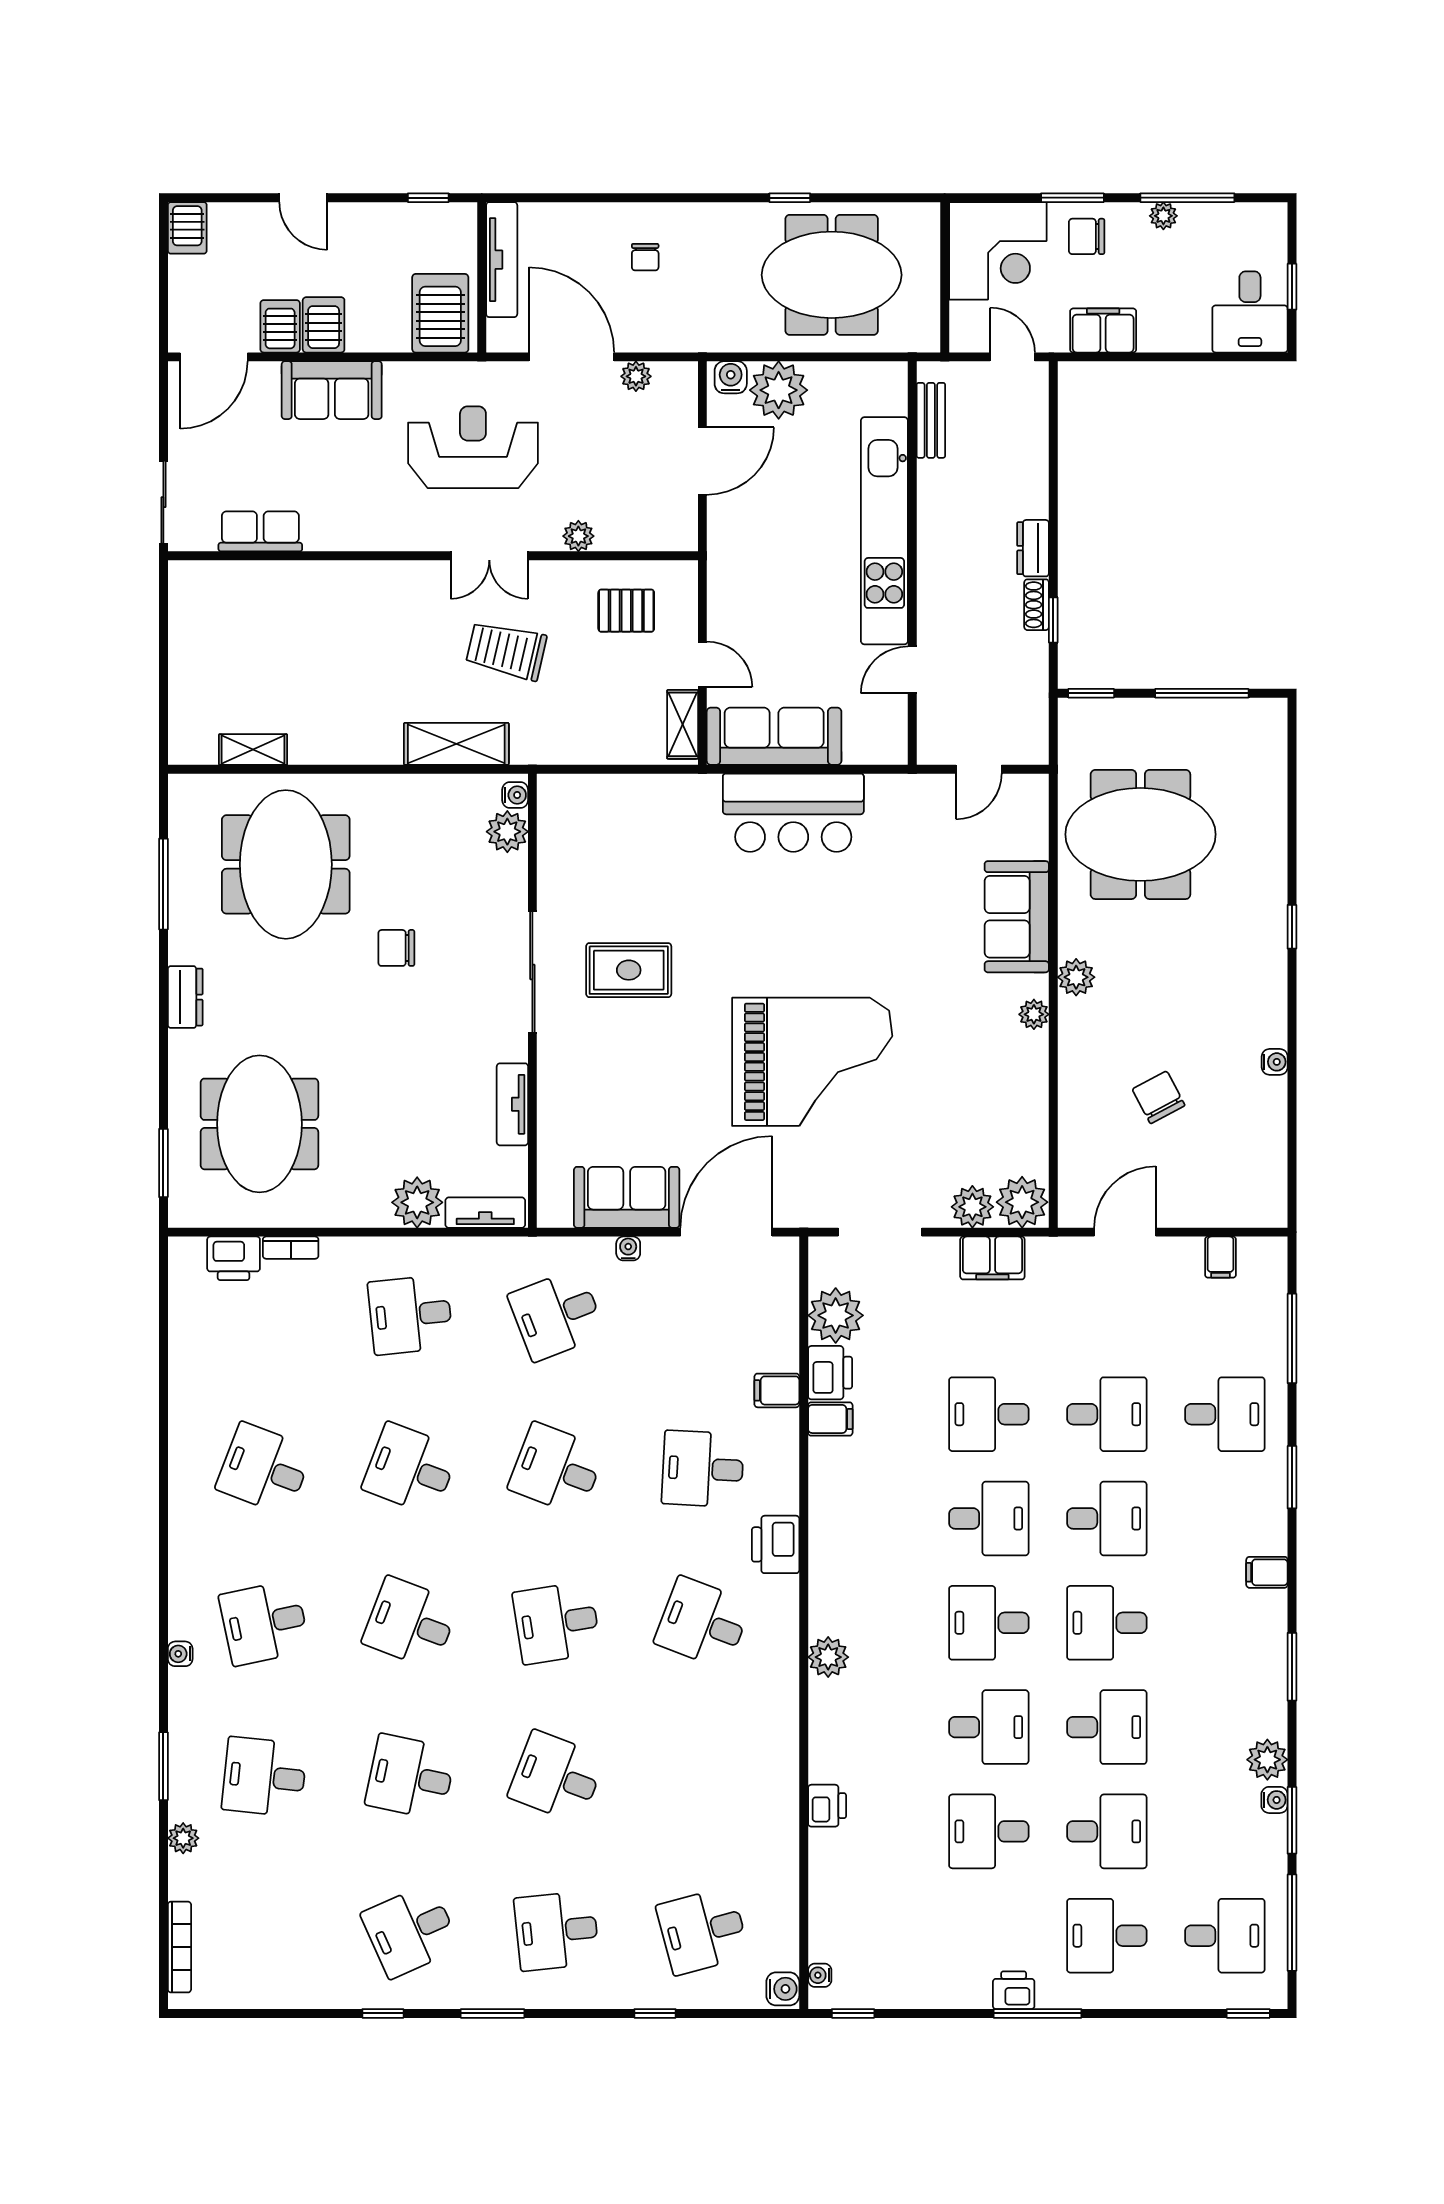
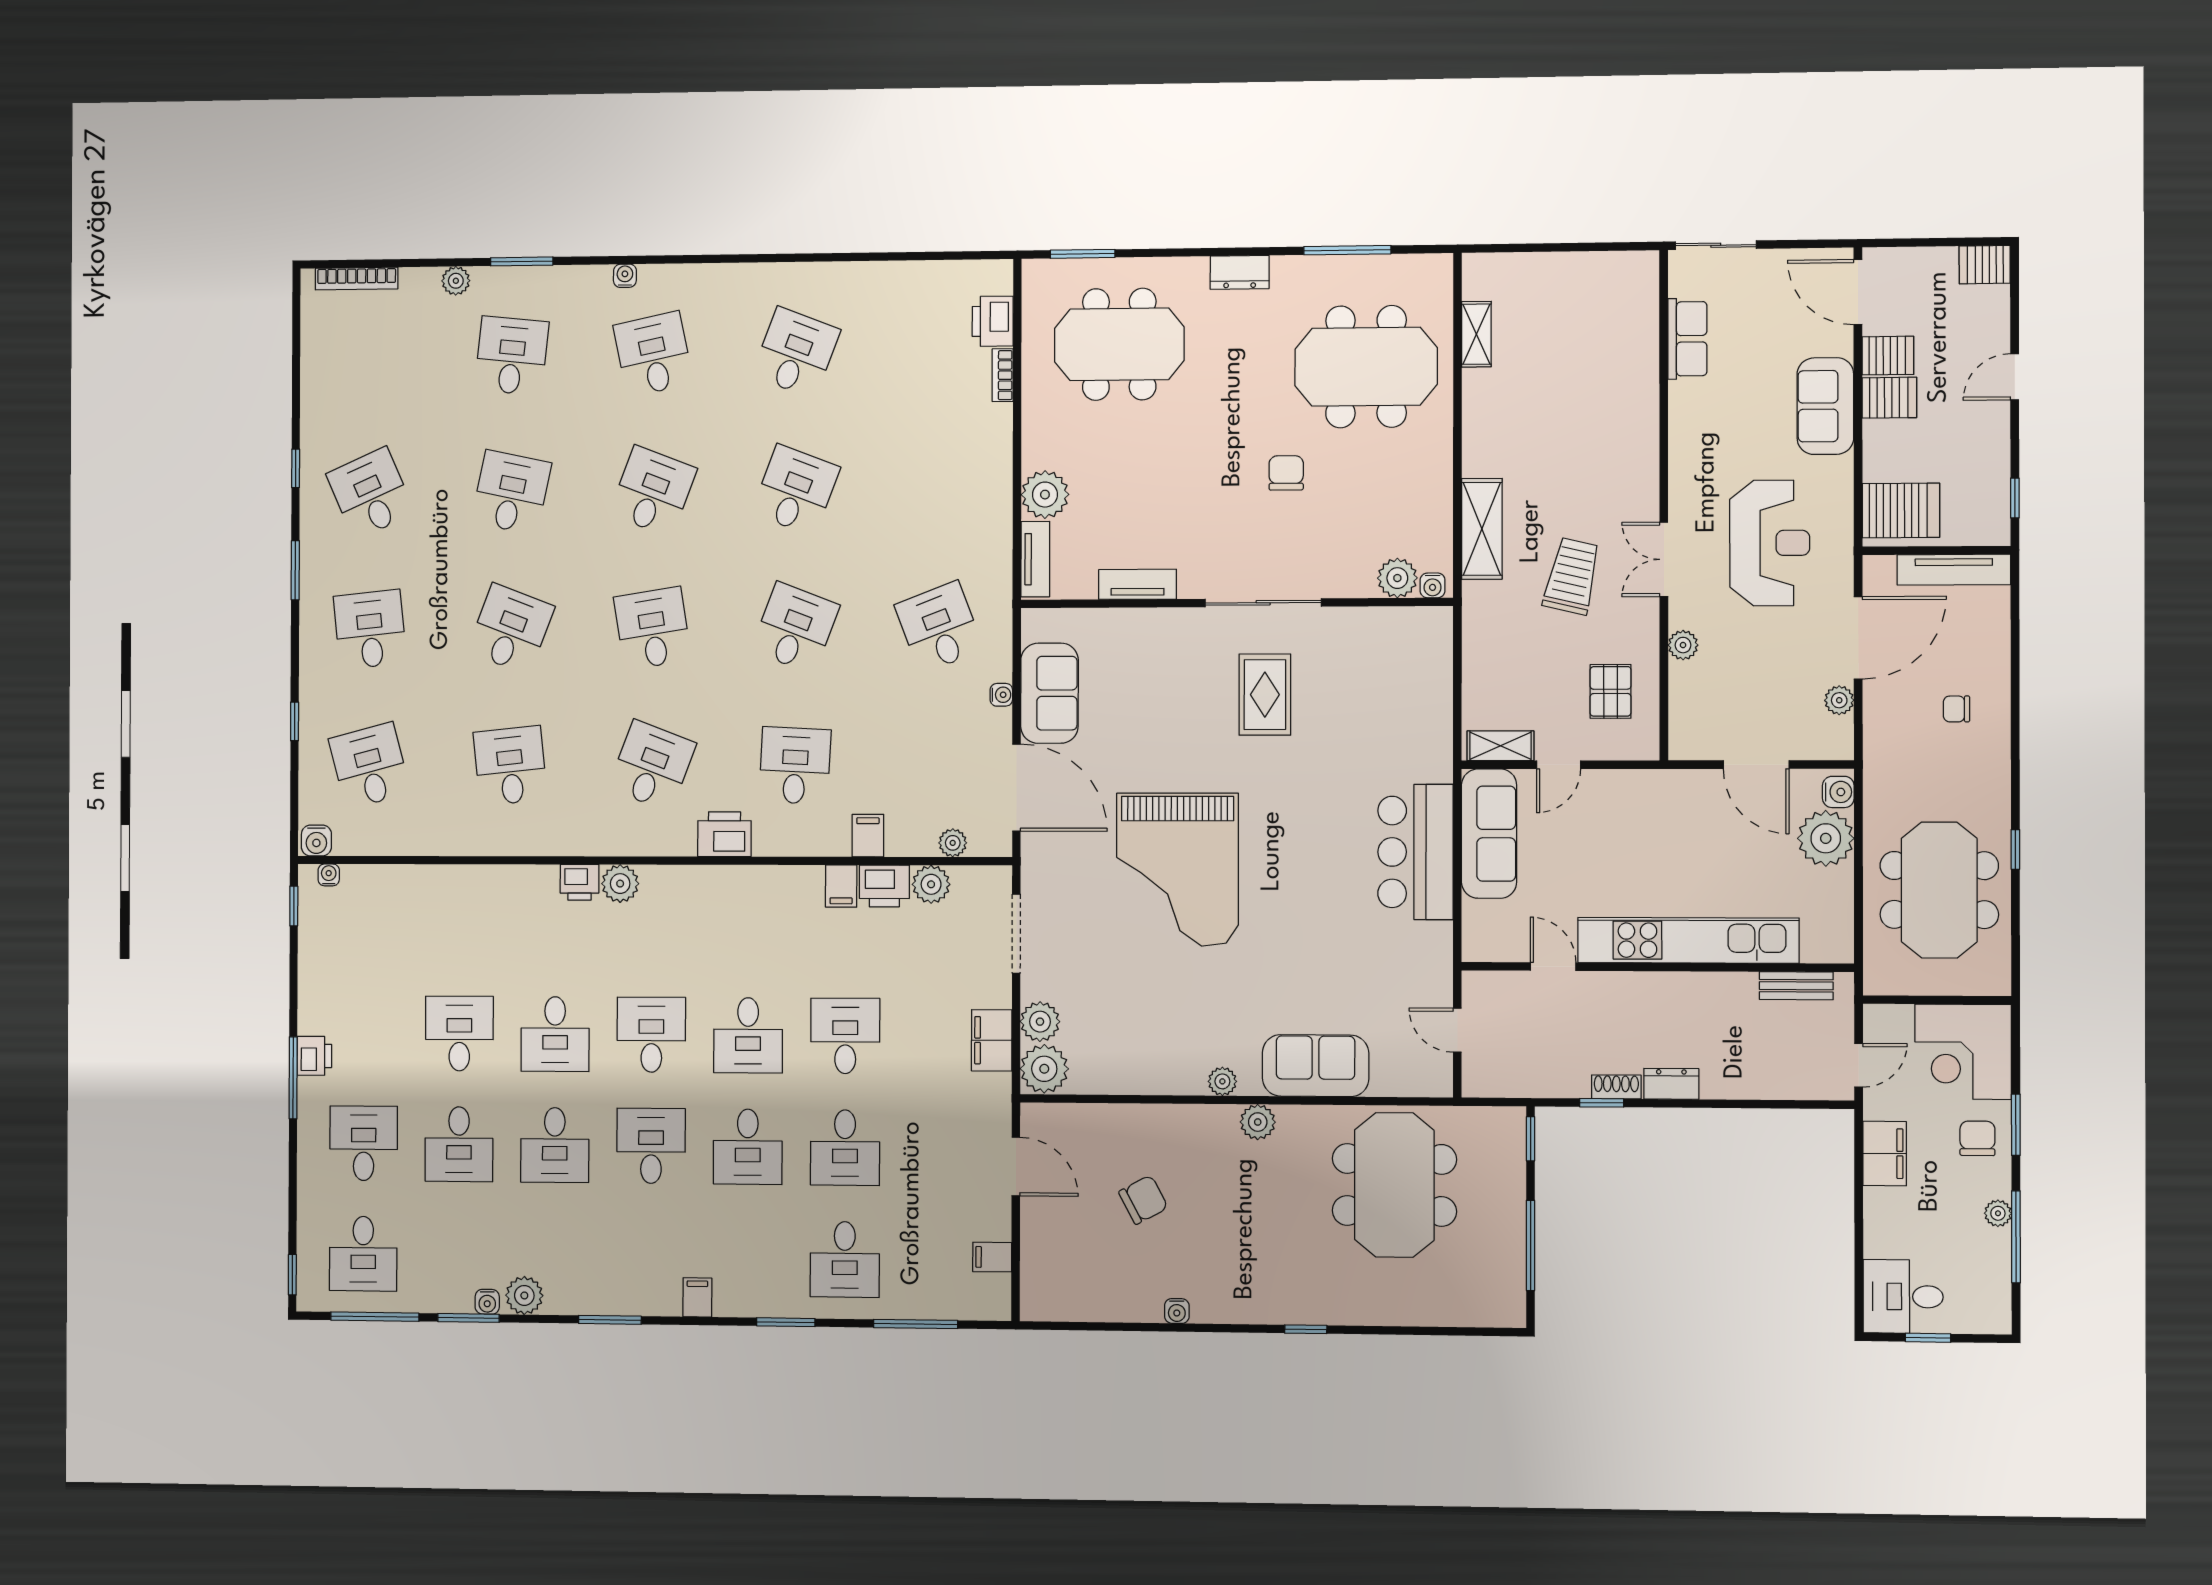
plant: (784, 1300) -> (953, 843), added
desk: (410, 1315) -> (510, 766), moved
plant: (836, 1315) -> (931, 884), width x0.73, depth x0.73
printer: (827, 1806) -> (580, 882), moved

